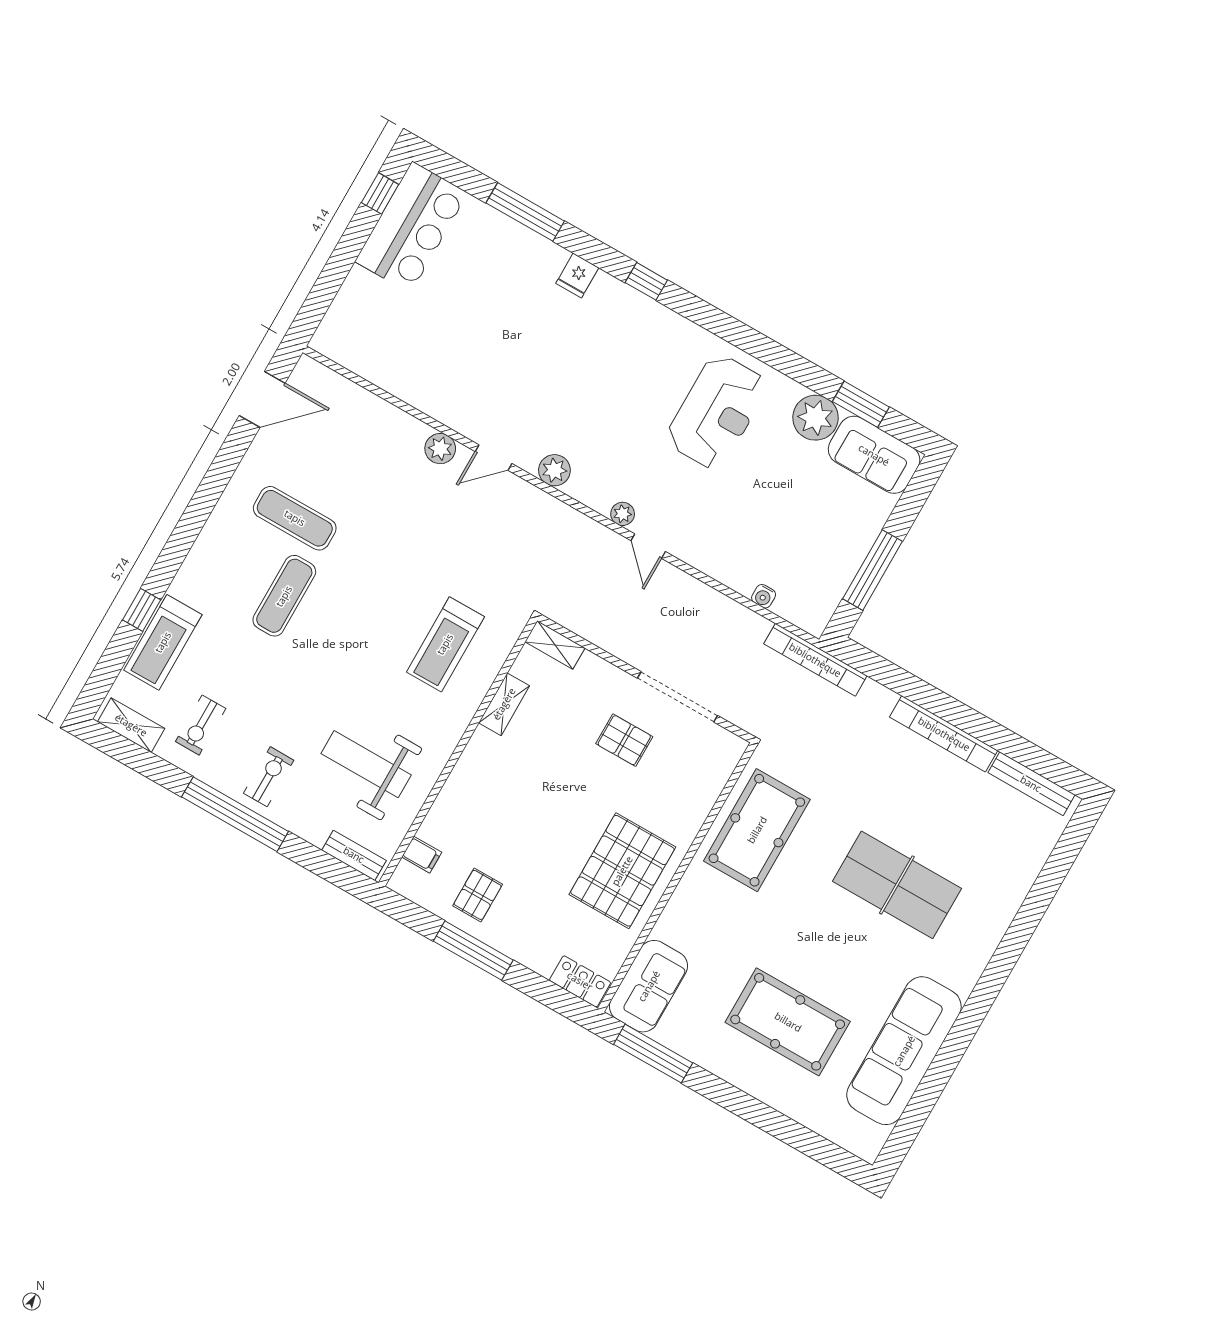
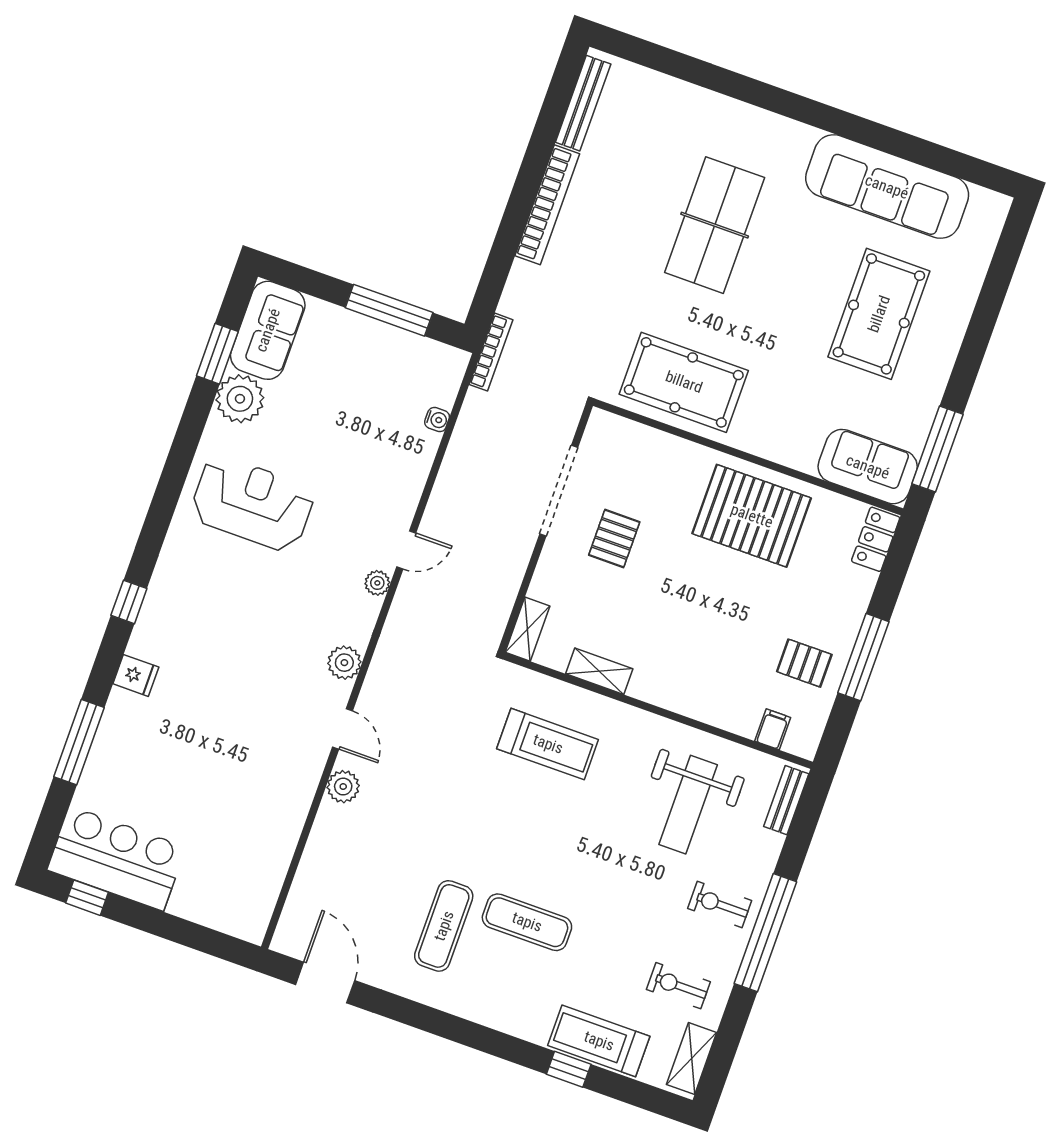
treadmill: (163, 642) -> (599, 1041), turned 180
bookcase: (815, 660) -> (491, 352), width x0.68, depth x0.76
exercise bike: (201, 725) -> (678, 986), turned 180

